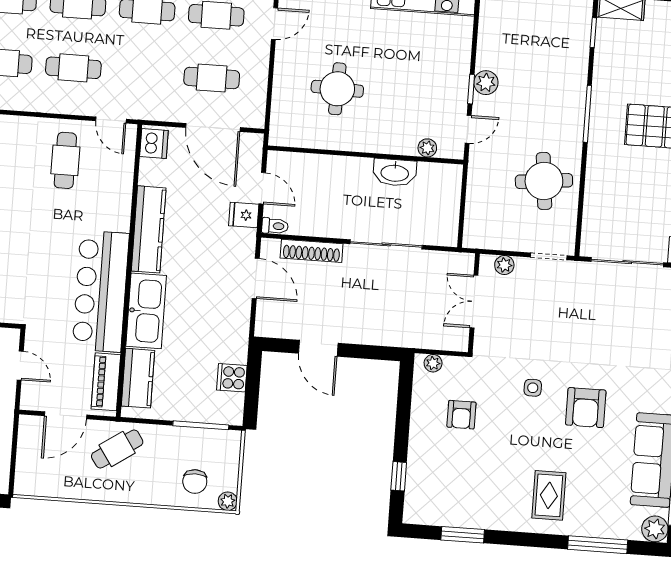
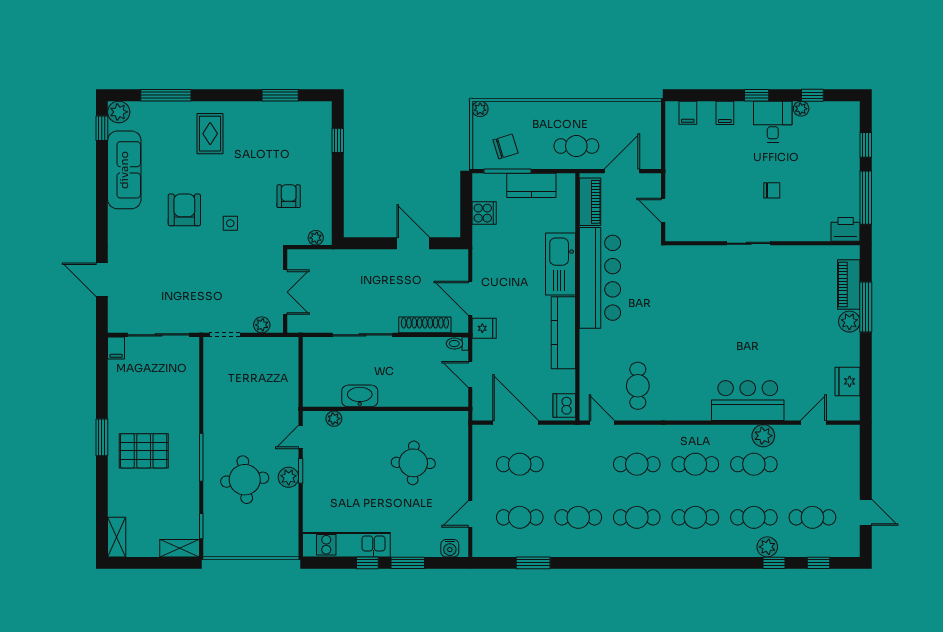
round table: (544, 181) -> (245, 480), moved
fridge: (244, 215) -> (484, 328), moved
kitchen counter: (138, 378) -> (531, 185), moved, turned -90
cafe table: (117, 449) -> (576, 146), turned 34
chair: (195, 482) -> (506, 146), moved, turned 73

